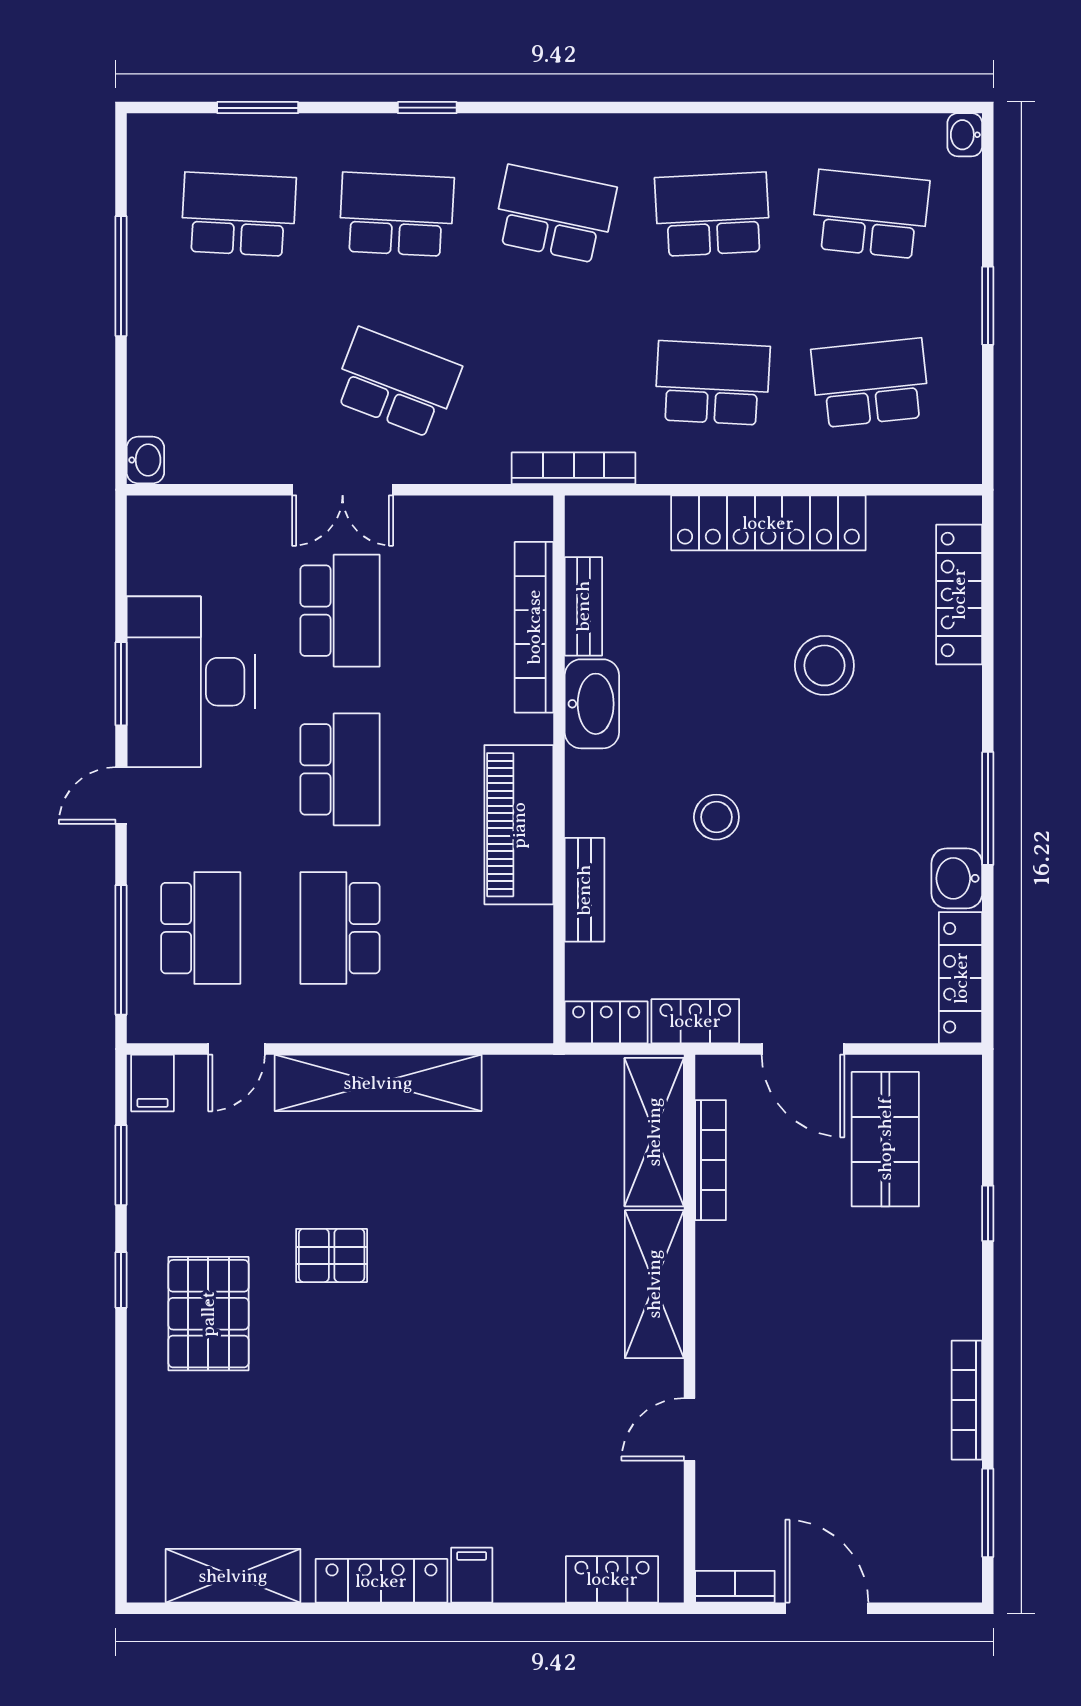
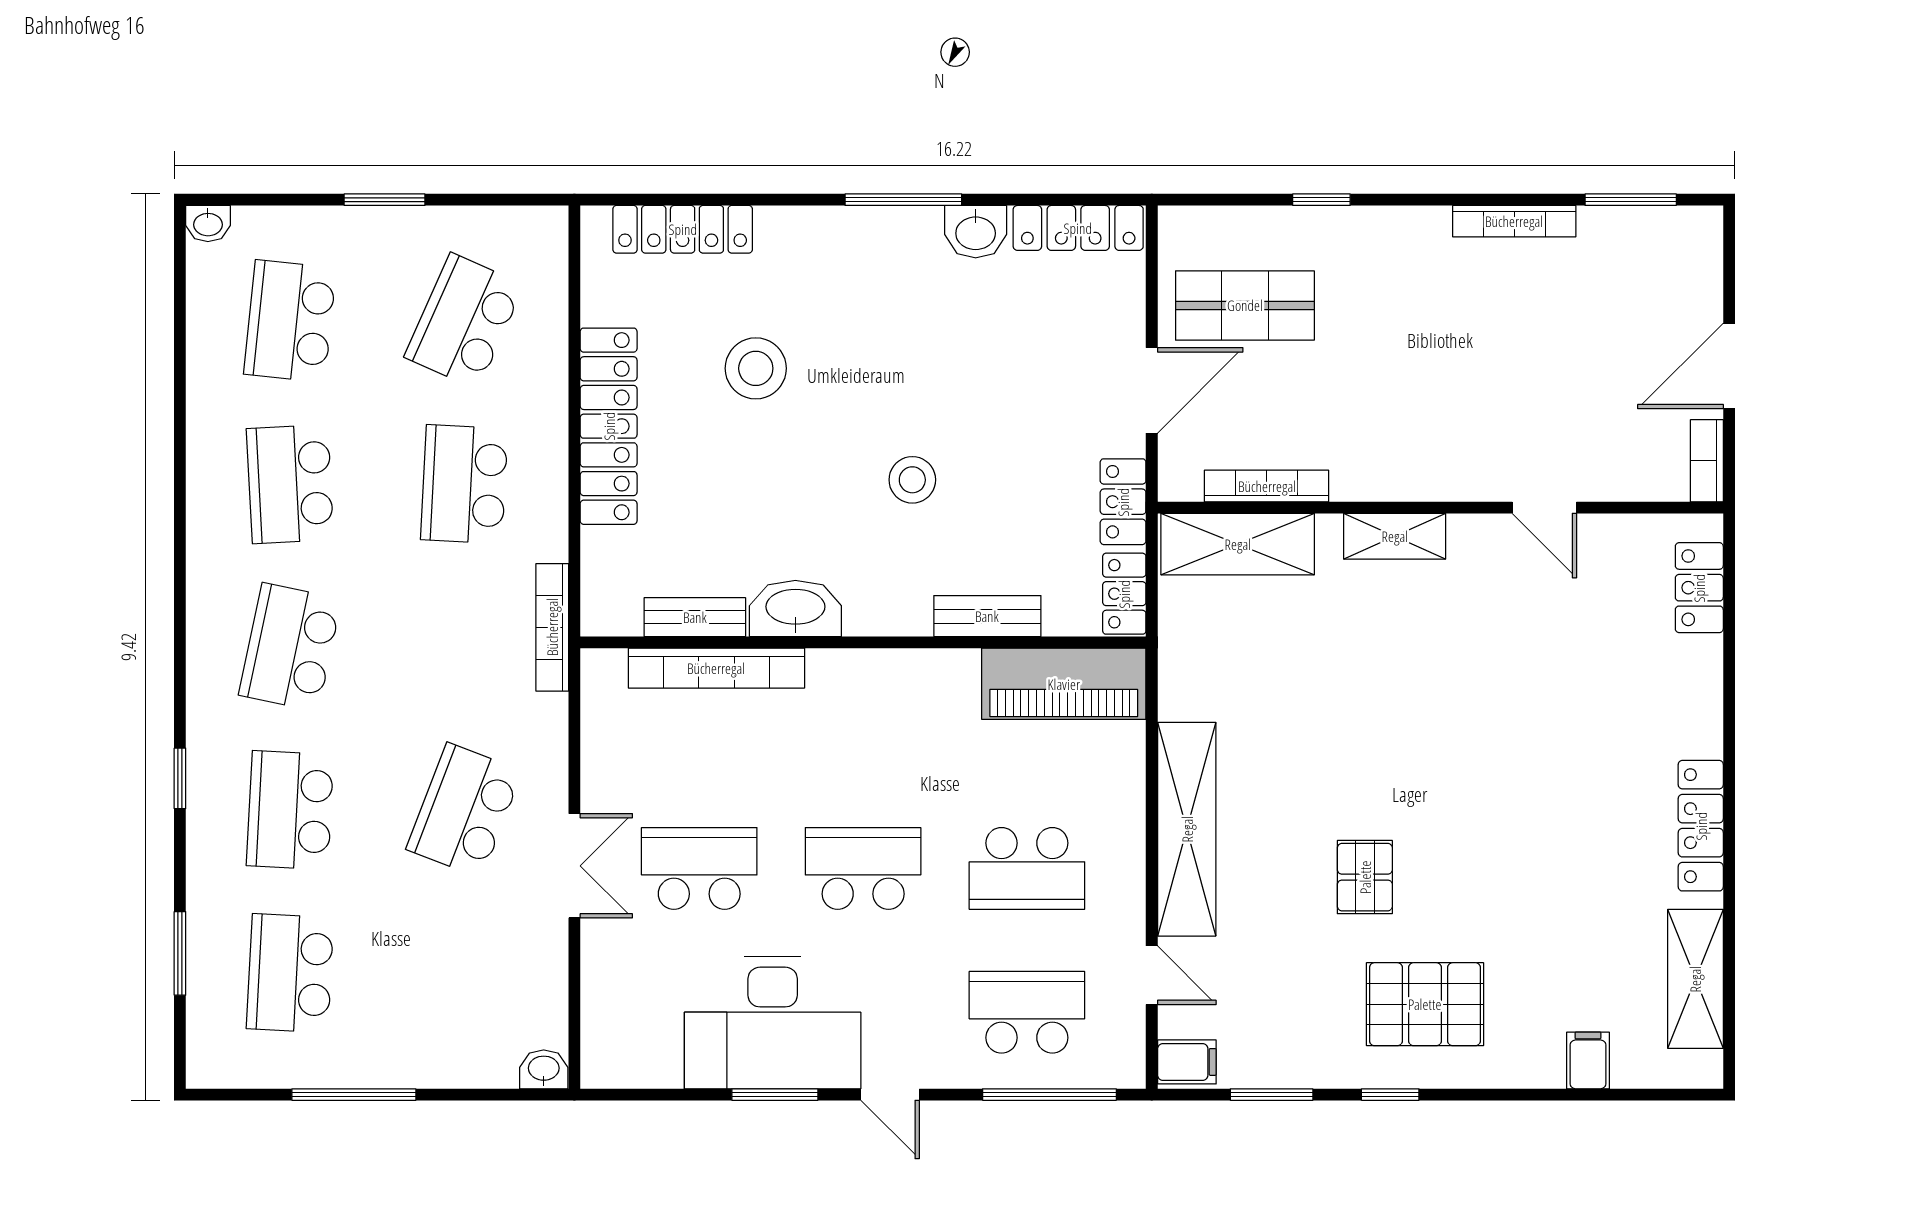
school desk: (870, 383) -> (464, 321), turned 30
piano: (519, 825) -> (1064, 684), moved
shelving: (654, 1284) -> (1395, 536), width x0.67, depth x0.75
filing cabinet: (472, 1575) -> (1588, 1060), moved, turned 90

